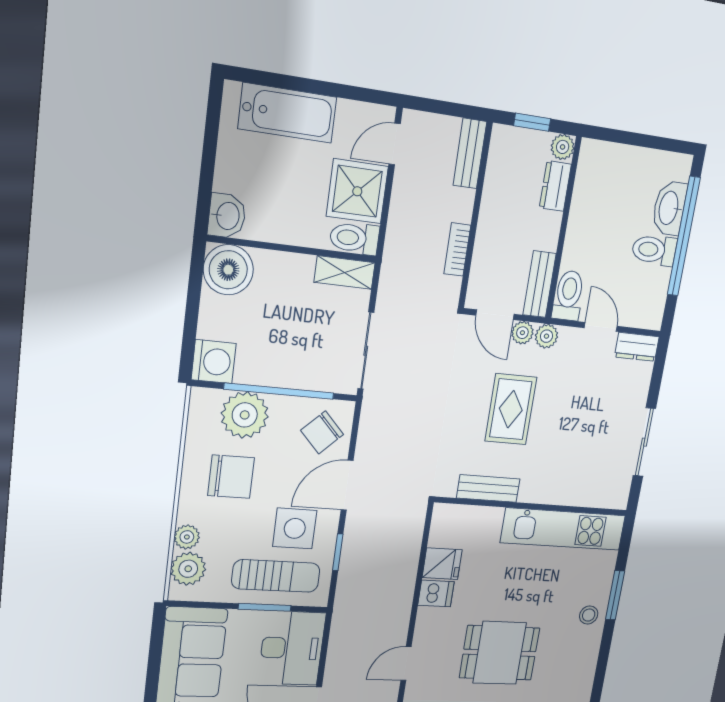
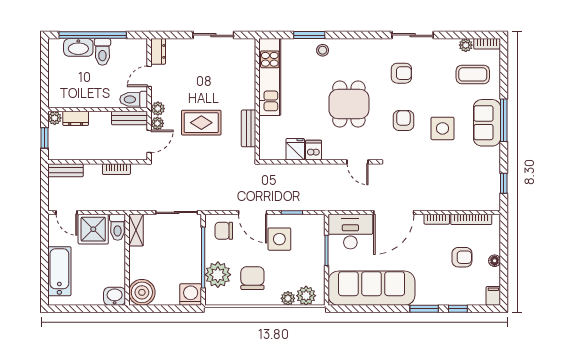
chair: (322, 432) -> (224, 231), turned 134
sun lounger: (276, 576) -> (308, 246), removed

